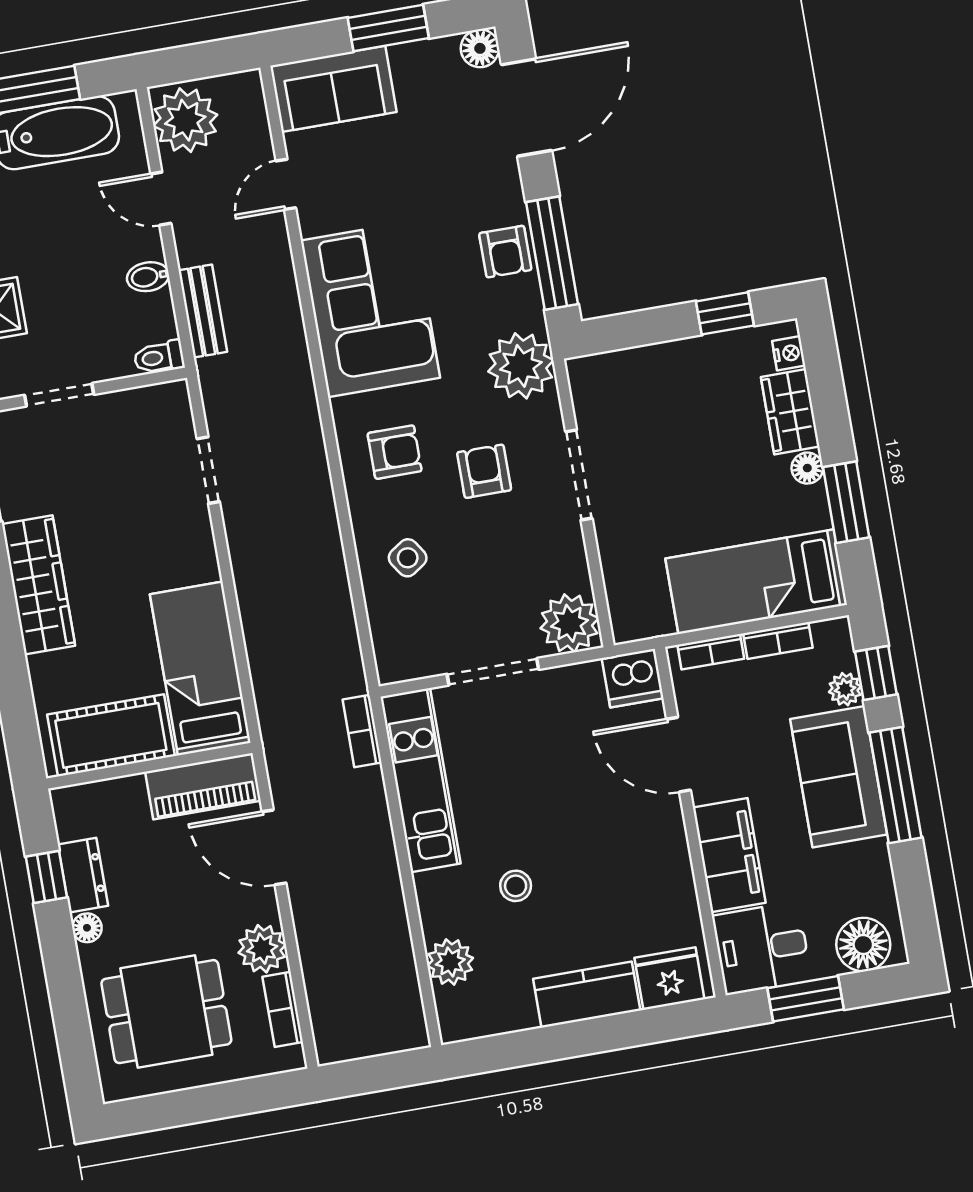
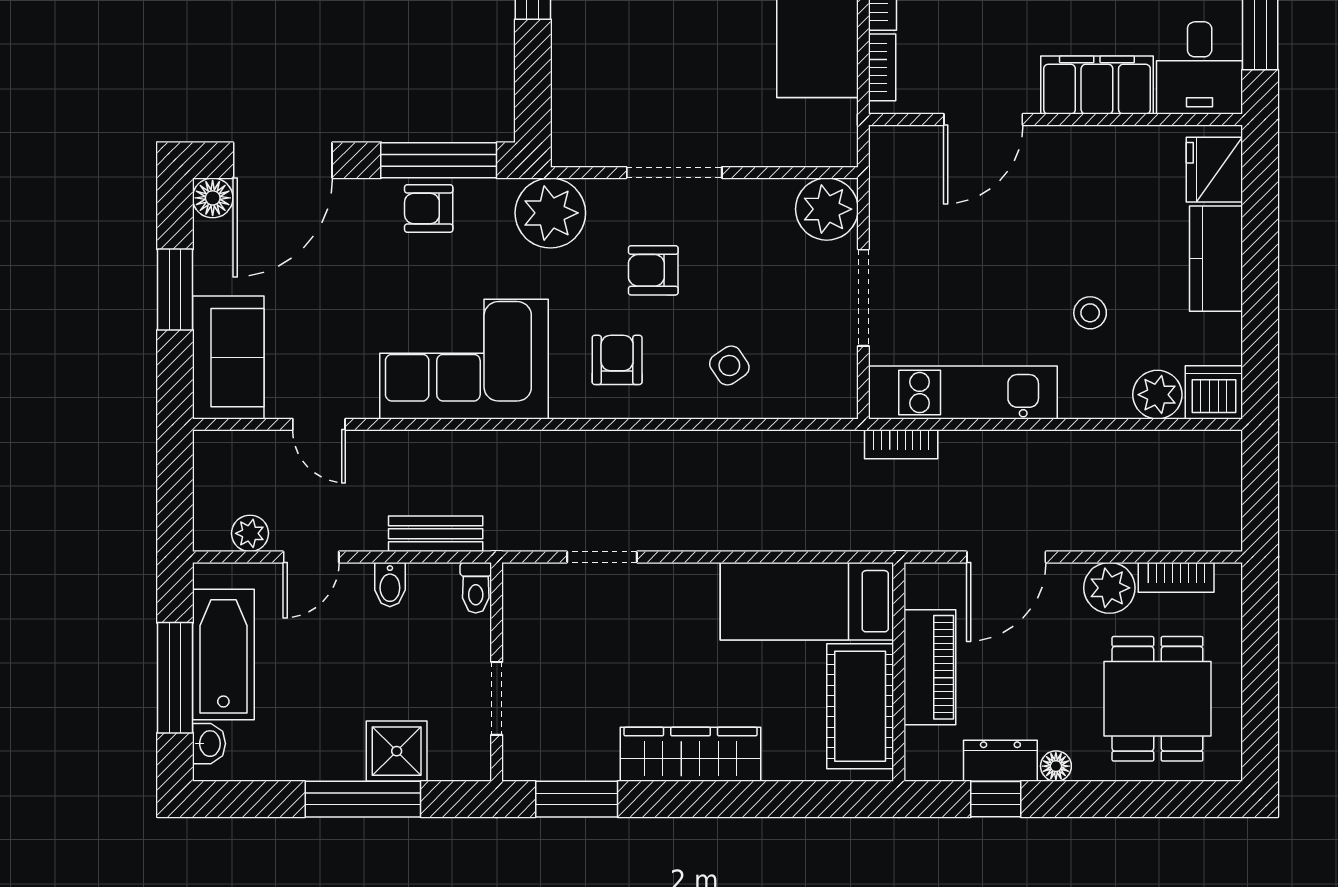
door: (527, 108) -> (283, 160), swing flipped
plant: (185, 120) -> (250, 533), width x0.53, depth x0.53
armchair: (505, 252) -> (429, 208), turned 180
dishwasher: (633, 678) -> (1214, 392), moved, turned -90
piano: (203, 786) -> (930, 667), moved

